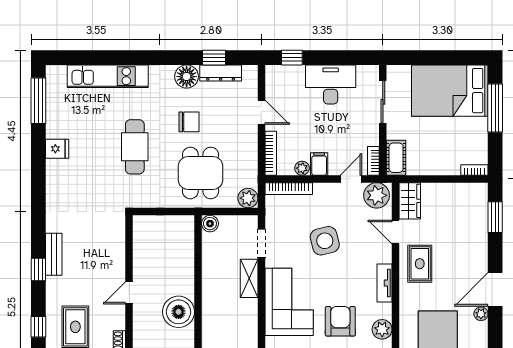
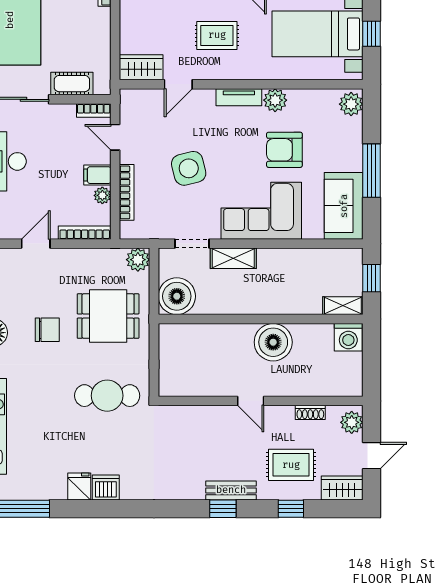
chair: (189, 122) -> (47, 330), turned 90
cafe table: (135, 147) -> (107, 396), moved
cot: (396, 158) -> (72, 84), moved
dishwasher: (56, 171) -> (106, 488), added
bookcase: (289, 189) -> (127, 192), moved
plant: (377, 195) -> (135, 107), removed
boiler: (210, 224) -> (177, 296), width x1.86, depth x1.86
bench: (54, 254) -> (231, 490), moved
rug: (420, 264) -> (217, 35), moved
plant: (382, 329) -> (275, 100), moved

